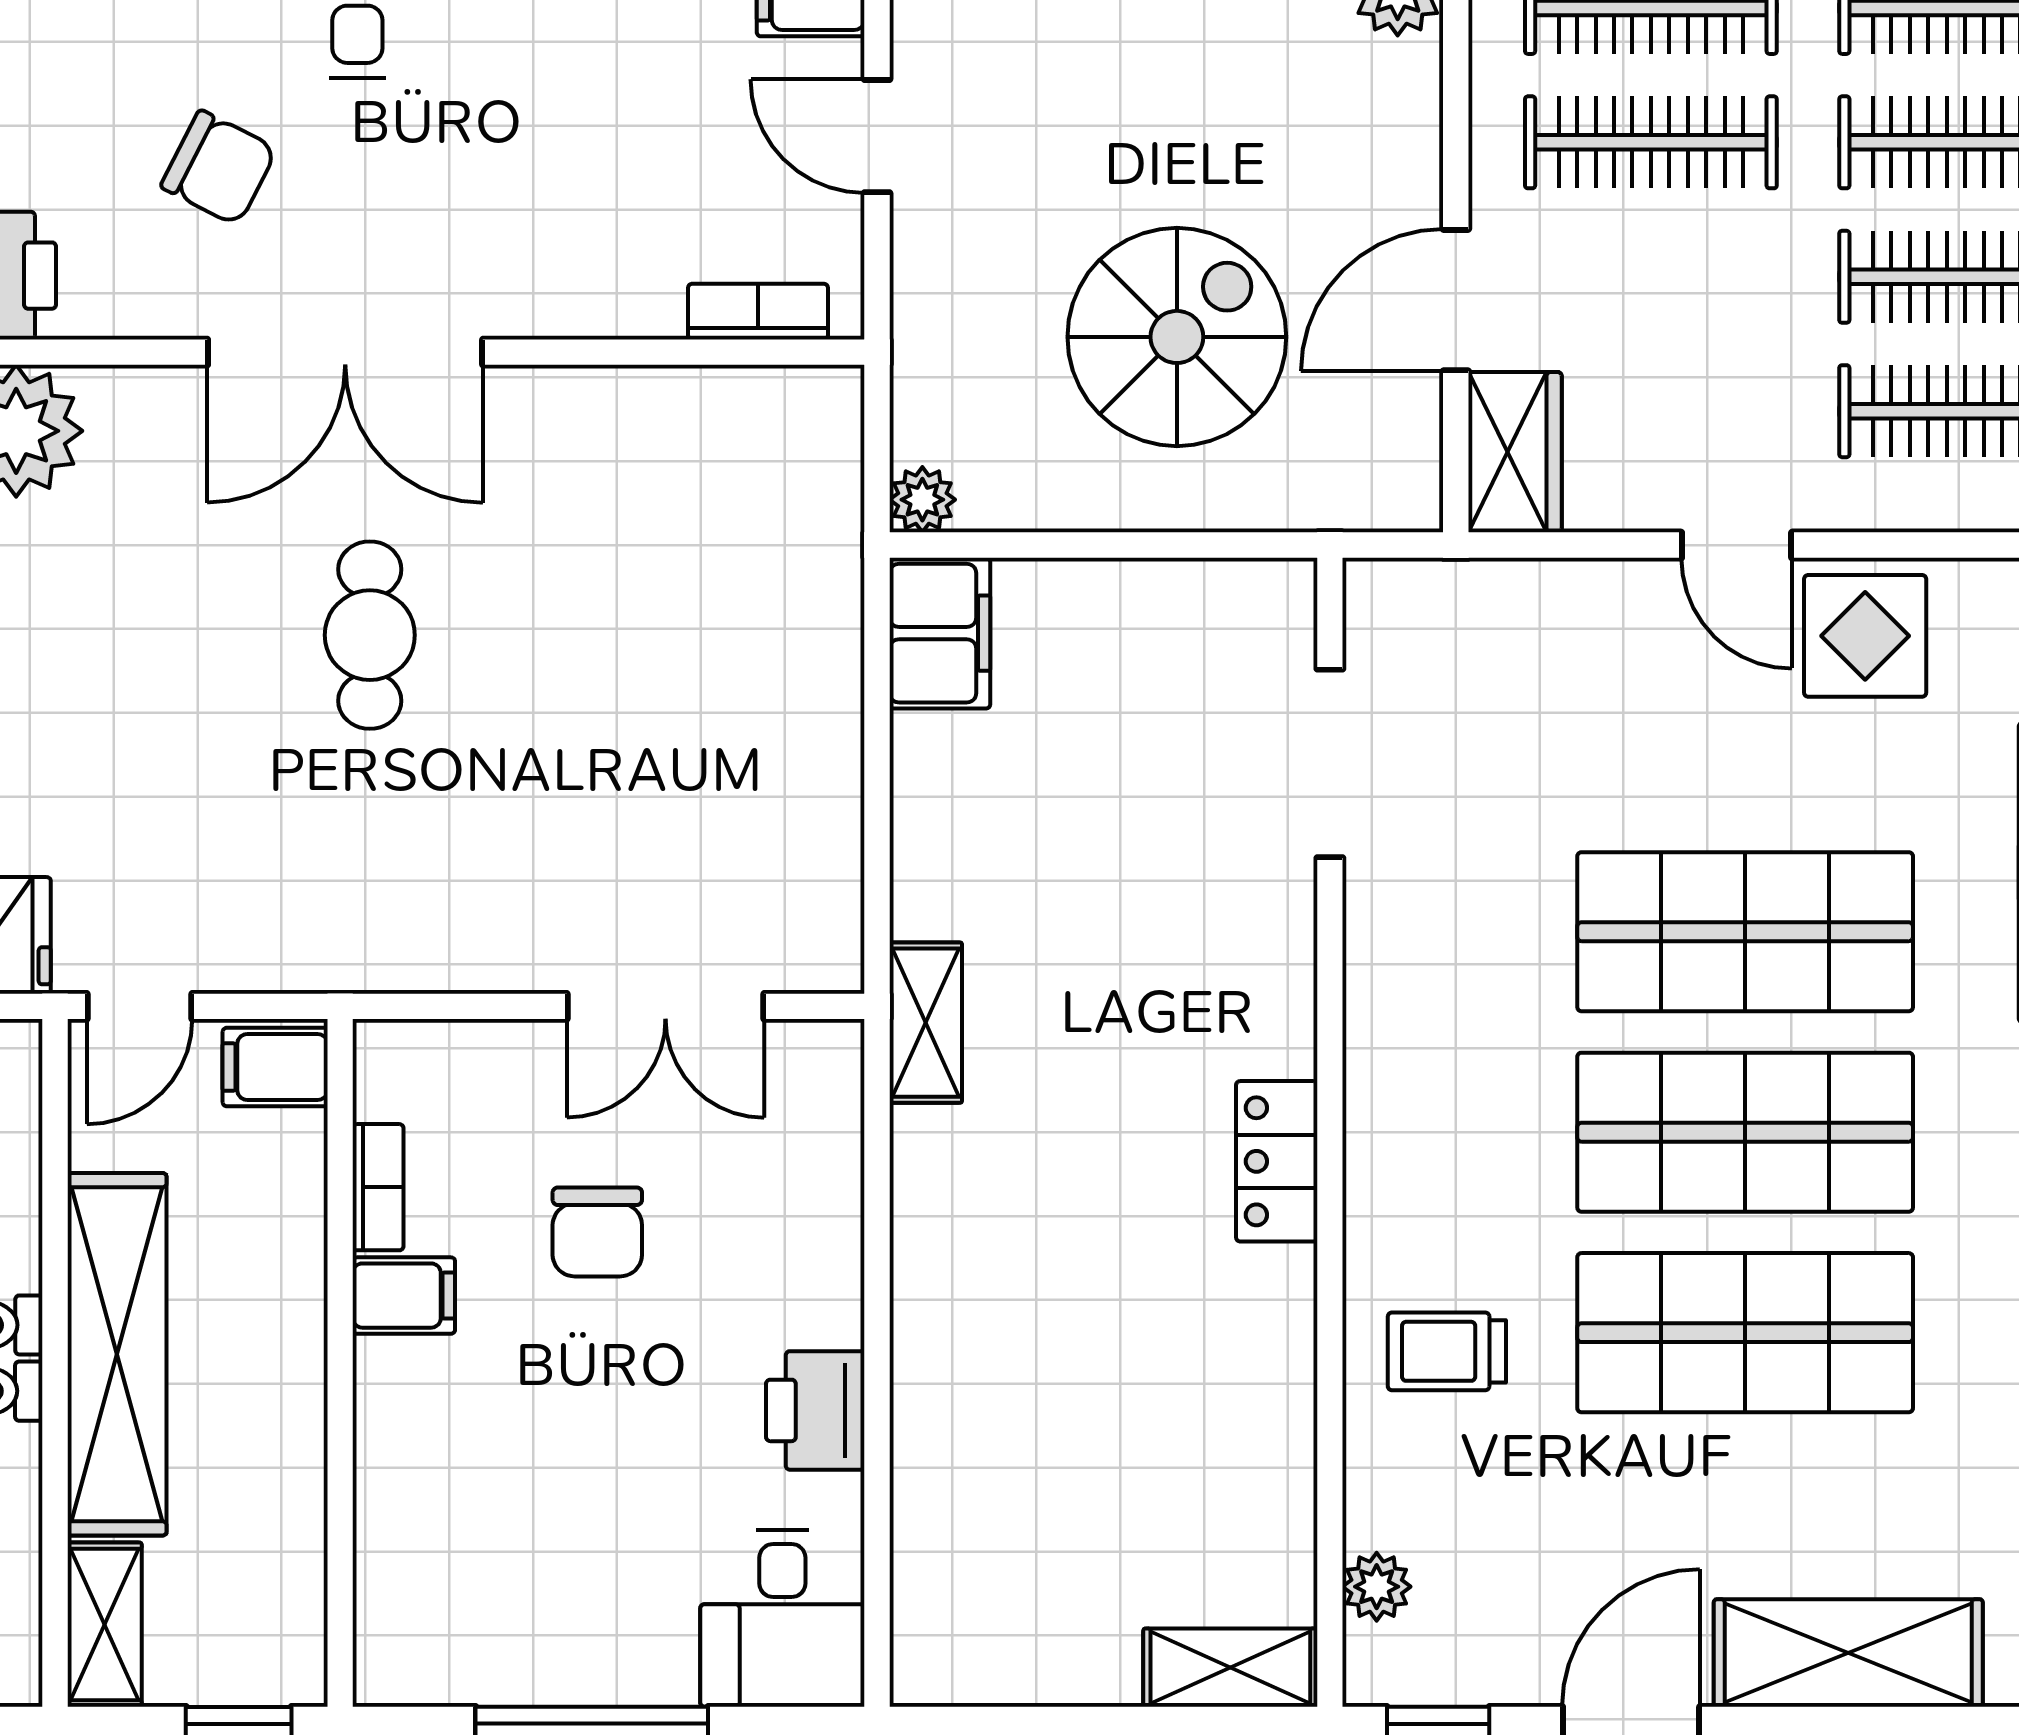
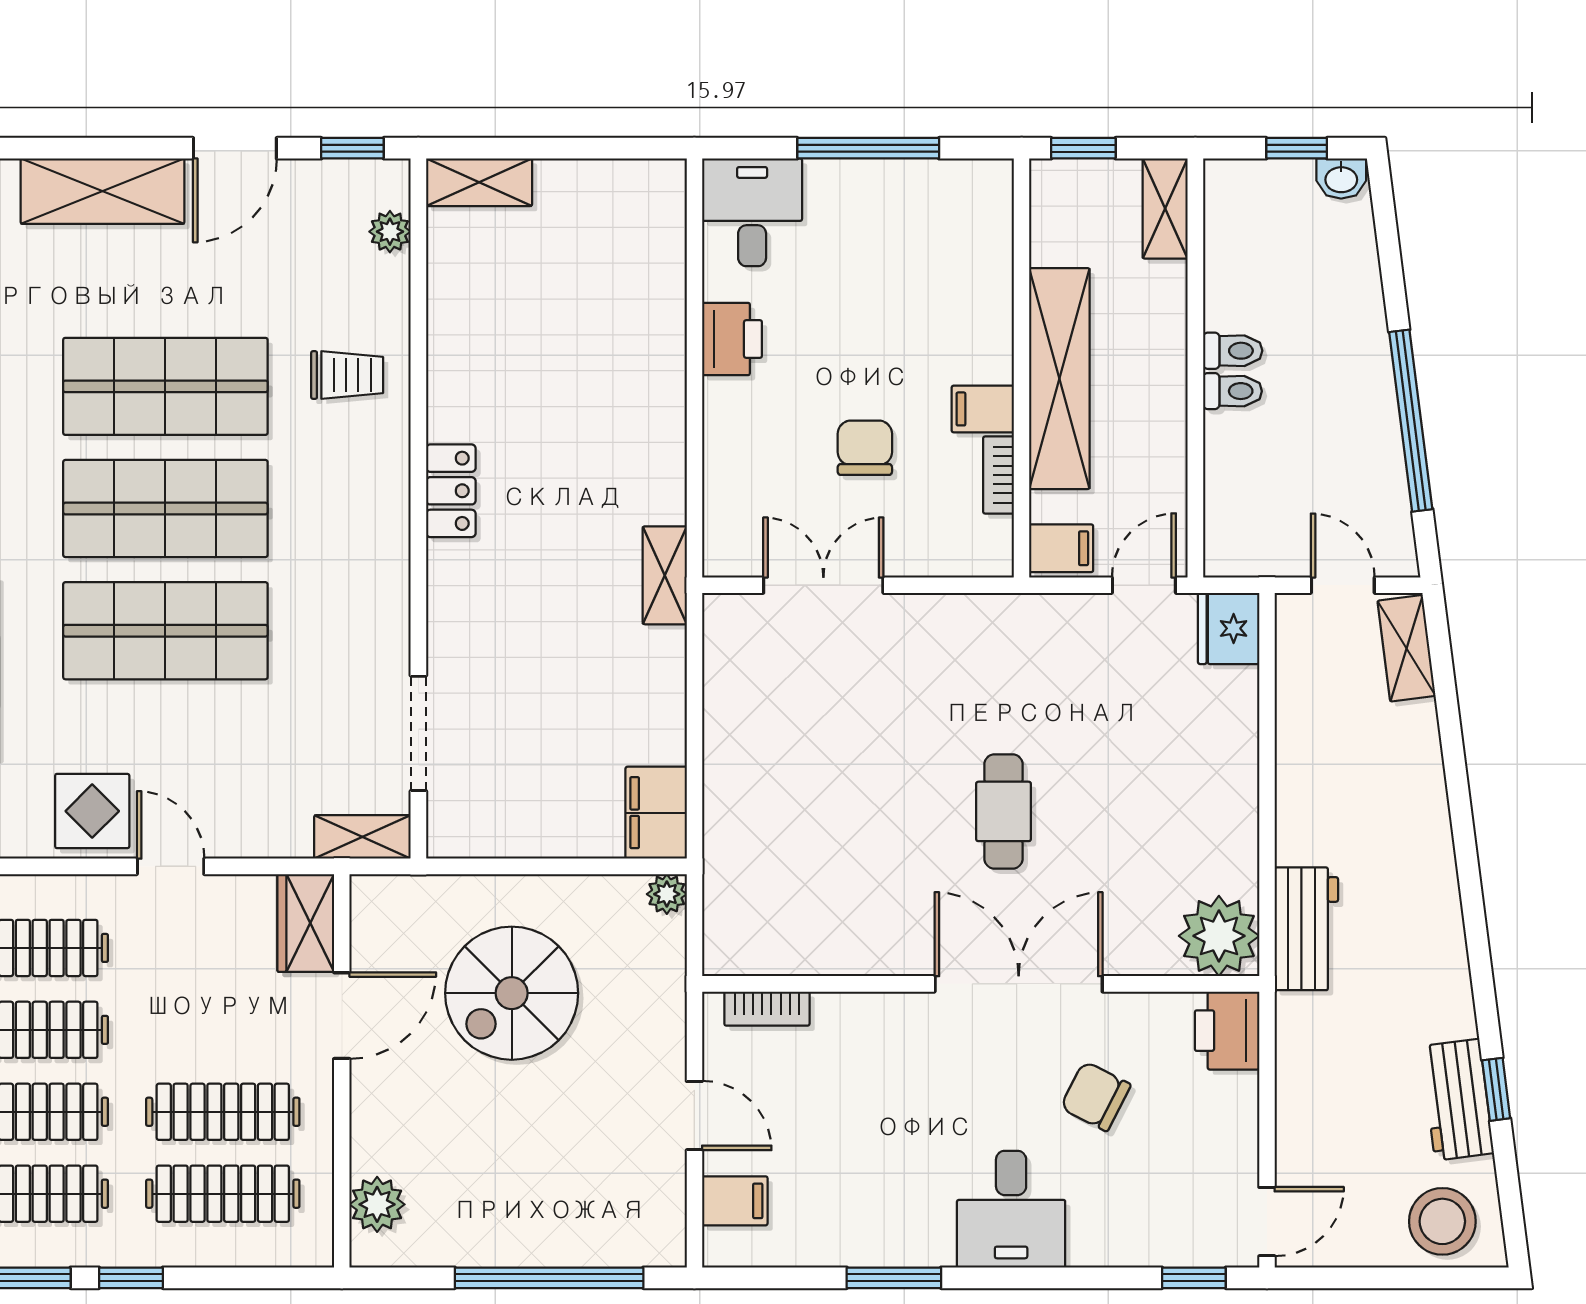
shelving: (1422, 593) -> (362, 837), added
shelving: (117, 1354) -> (1059, 379), moved

